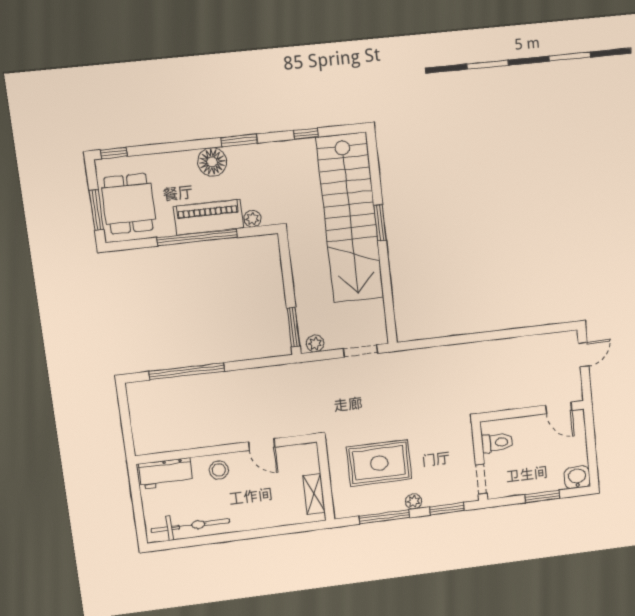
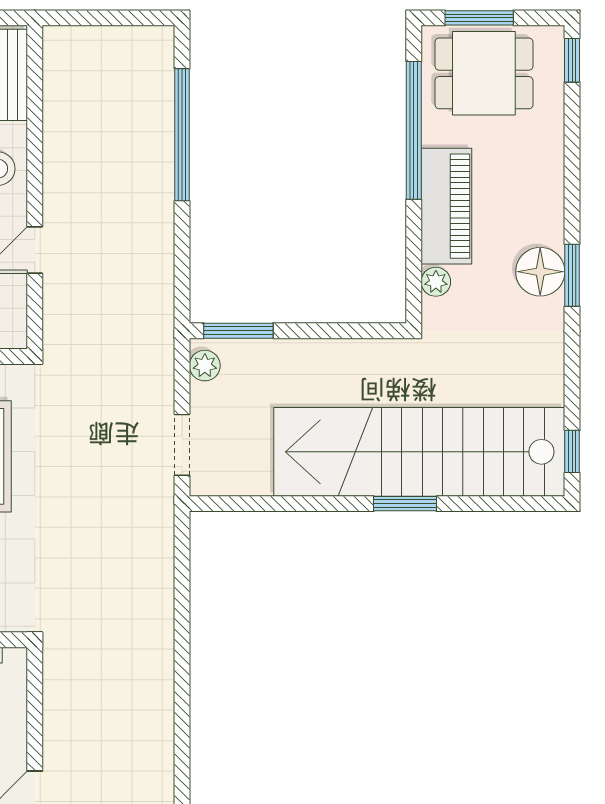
window: (306, 134) -> (572, 451), moved
floor lamp: (212, 162) -> (540, 272), moved
window: (197, 237) -> (414, 130), moved

